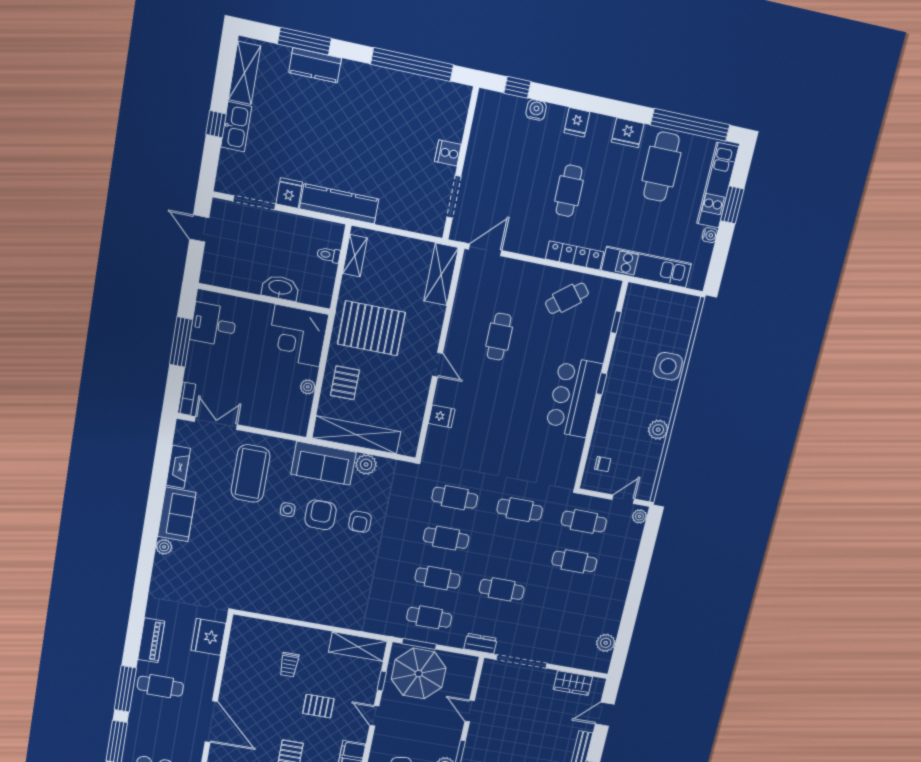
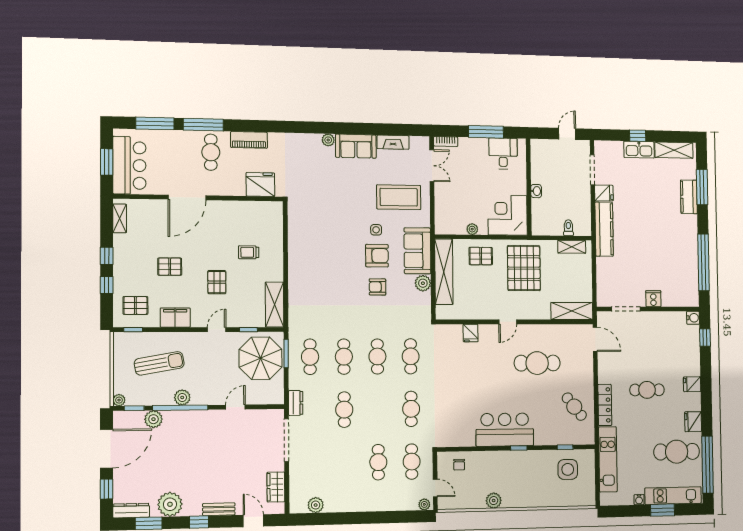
water cooler: (536, 110) -> (693, 318), moved
washbasin: (280, 288) -> (536, 191), width x0.52, depth x0.69
cafe table: (499, 337) -> (537, 363), width x1.37, depth x1.35
side table: (668, 366) -> (568, 469), moved

